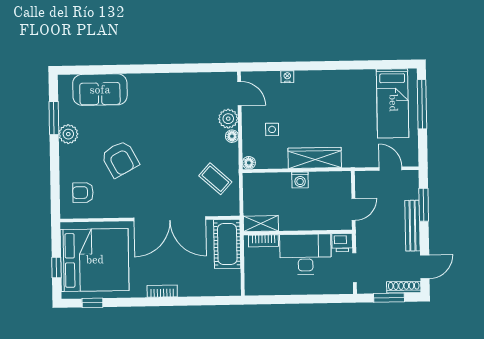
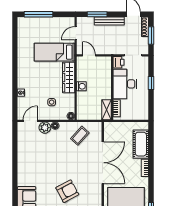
bed: (393, 103) -> (55, 52), moved, turned 180
door: (354, 209) -> (89, 55), moved
cot: (227, 244) -> (141, 144), moved, turned 90
window: (308, 299) -> (151, 83), added

